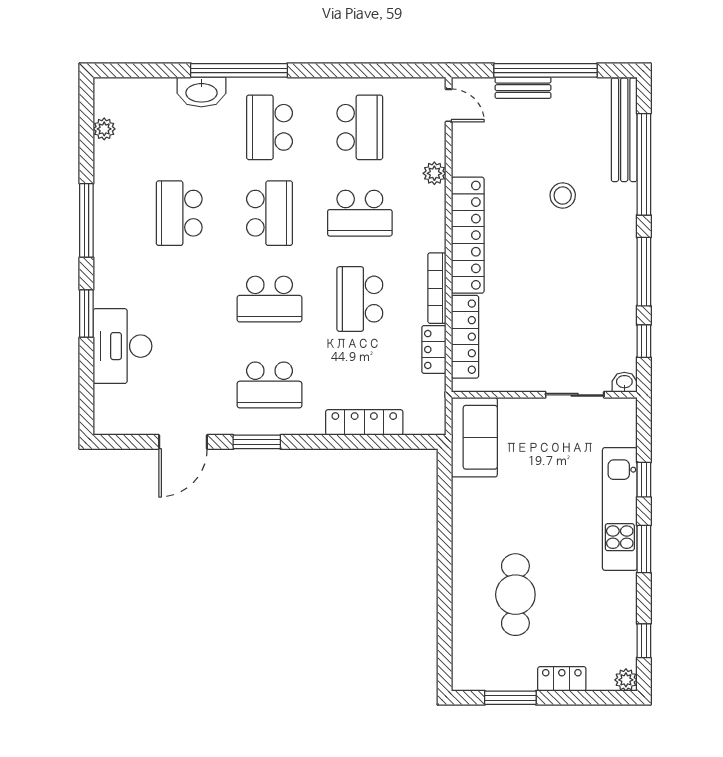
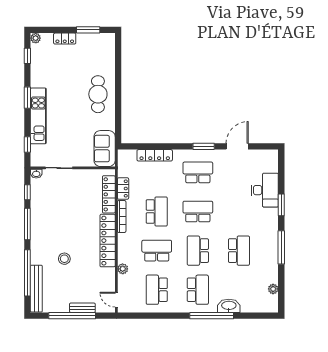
window: (644, 480) -> (27, 144), moved
cafe table: (515, 595) -> (98, 94), moved

